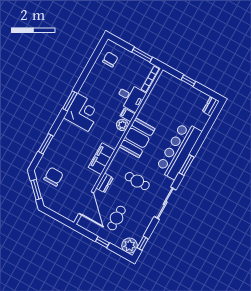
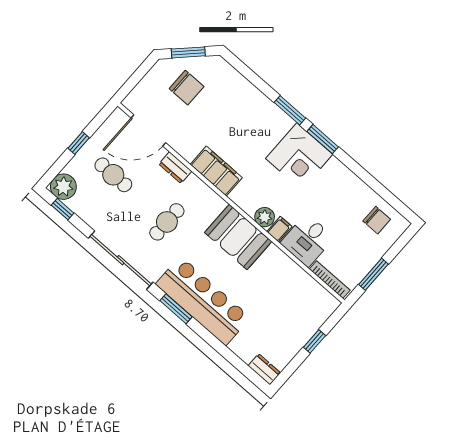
window: (46, 144) -> (290, 110), moved
chair: (54, 177) -> (187, 88), moved
sliding door: (165, 203) -> (121, 260), width x1.36

